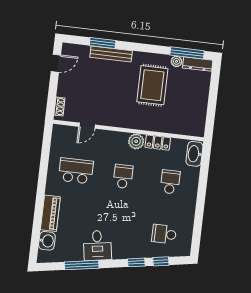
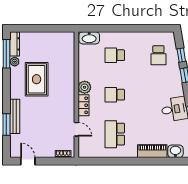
rug: (152, 85) -> (37, 79), turned 90
locker: (158, 143) -> (83, 105), moved

